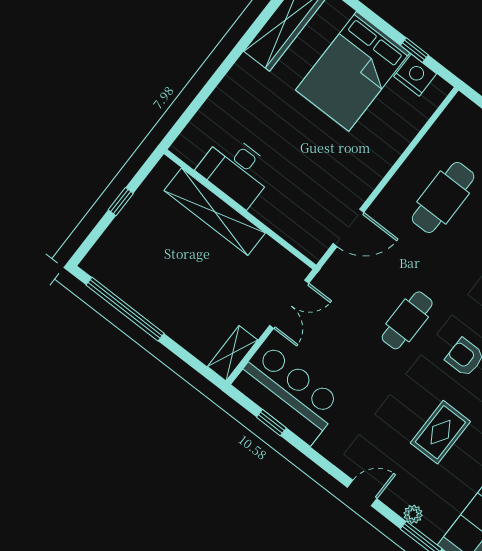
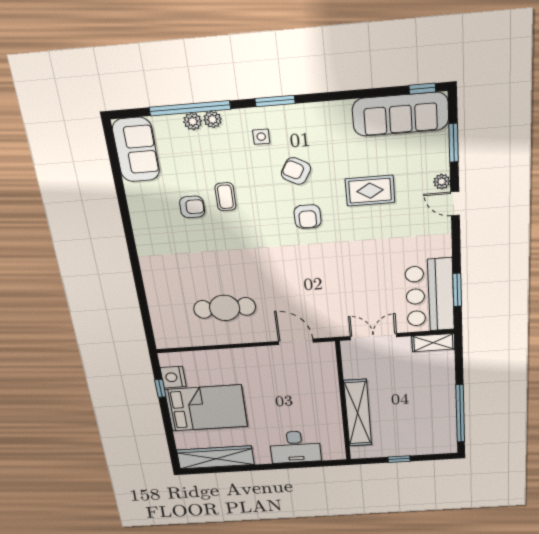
desk: (236, 170) -> (295, 447), moved, turned 90
cafe table: (407, 320) -> (318, 267), removed
window: (271, 423) -> (457, 290), width x1.50
plant: (413, 514) -> (442, 182), moved

